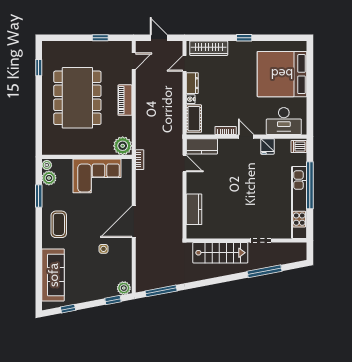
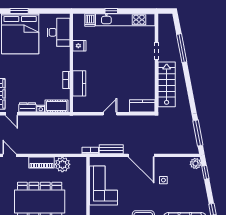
window: (310, 73) -> (19, 11), added
door: (246, 137) -> (71, 63), removed
plant: (123, 146) -> (62, 164), moved
kitchen counter: (202, 146) -> (79, 83), moved
dishwasher: (299, 147) -> (90, 20), moved
door: (184, 163) -> (110, 114), moved
bench: (141, 185) -> (111, 149), added
window: (310, 185) -> (111, 11), width x0.32
kitchen counter: (194, 209) -> (142, 106), moved

